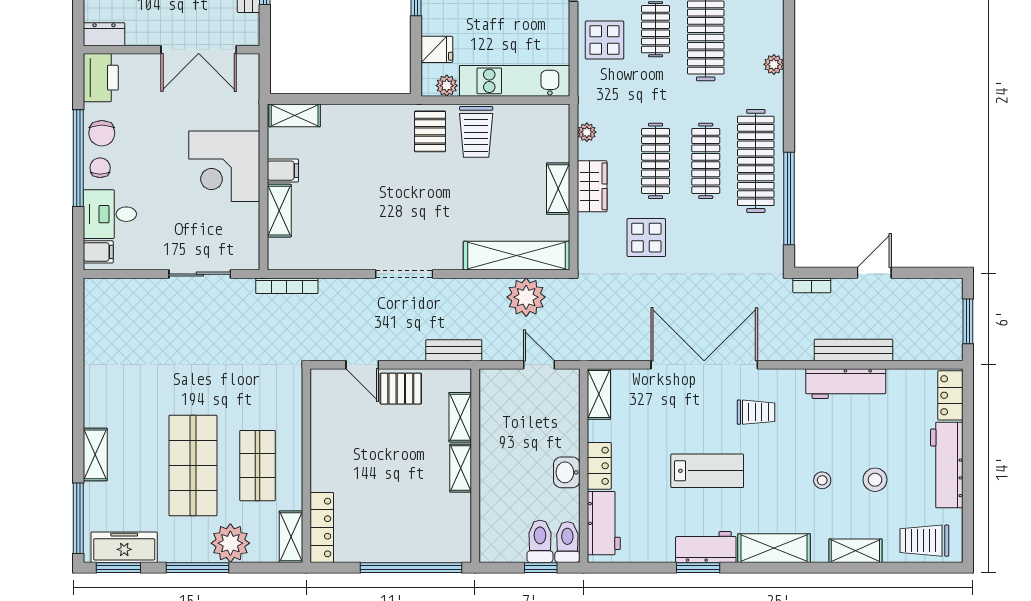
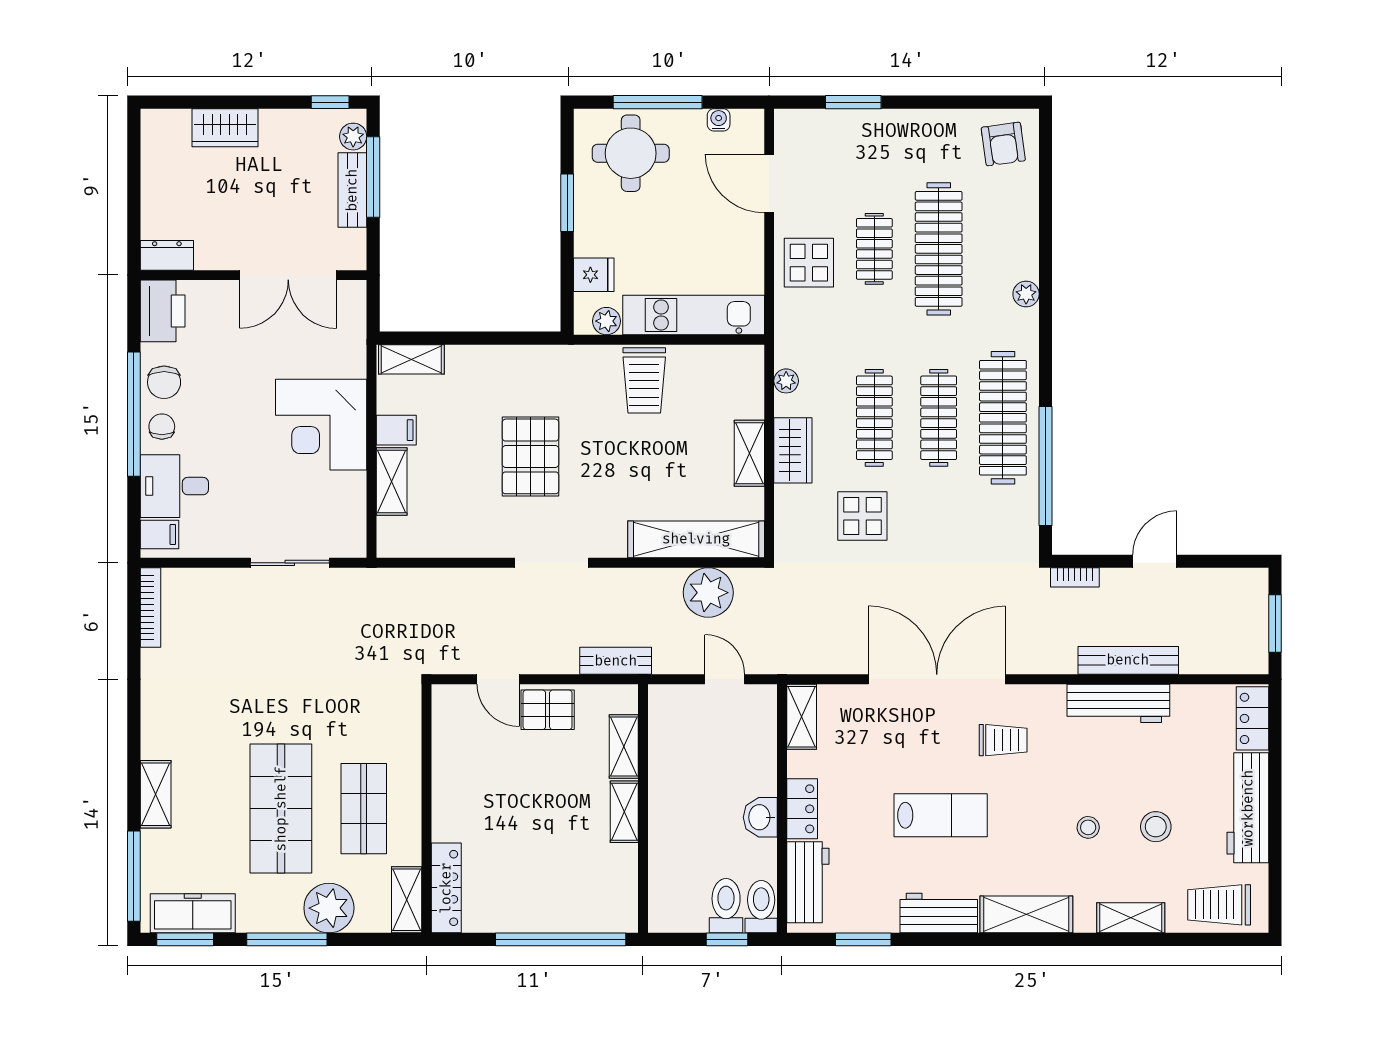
pallet: (430, 131) -> (531, 456), moved, width x1.50, depth x1.42
bookcase: (287, 286) -> (151, 608), moved, turned -90
window: (698, 568) -> (863, 939), moved

